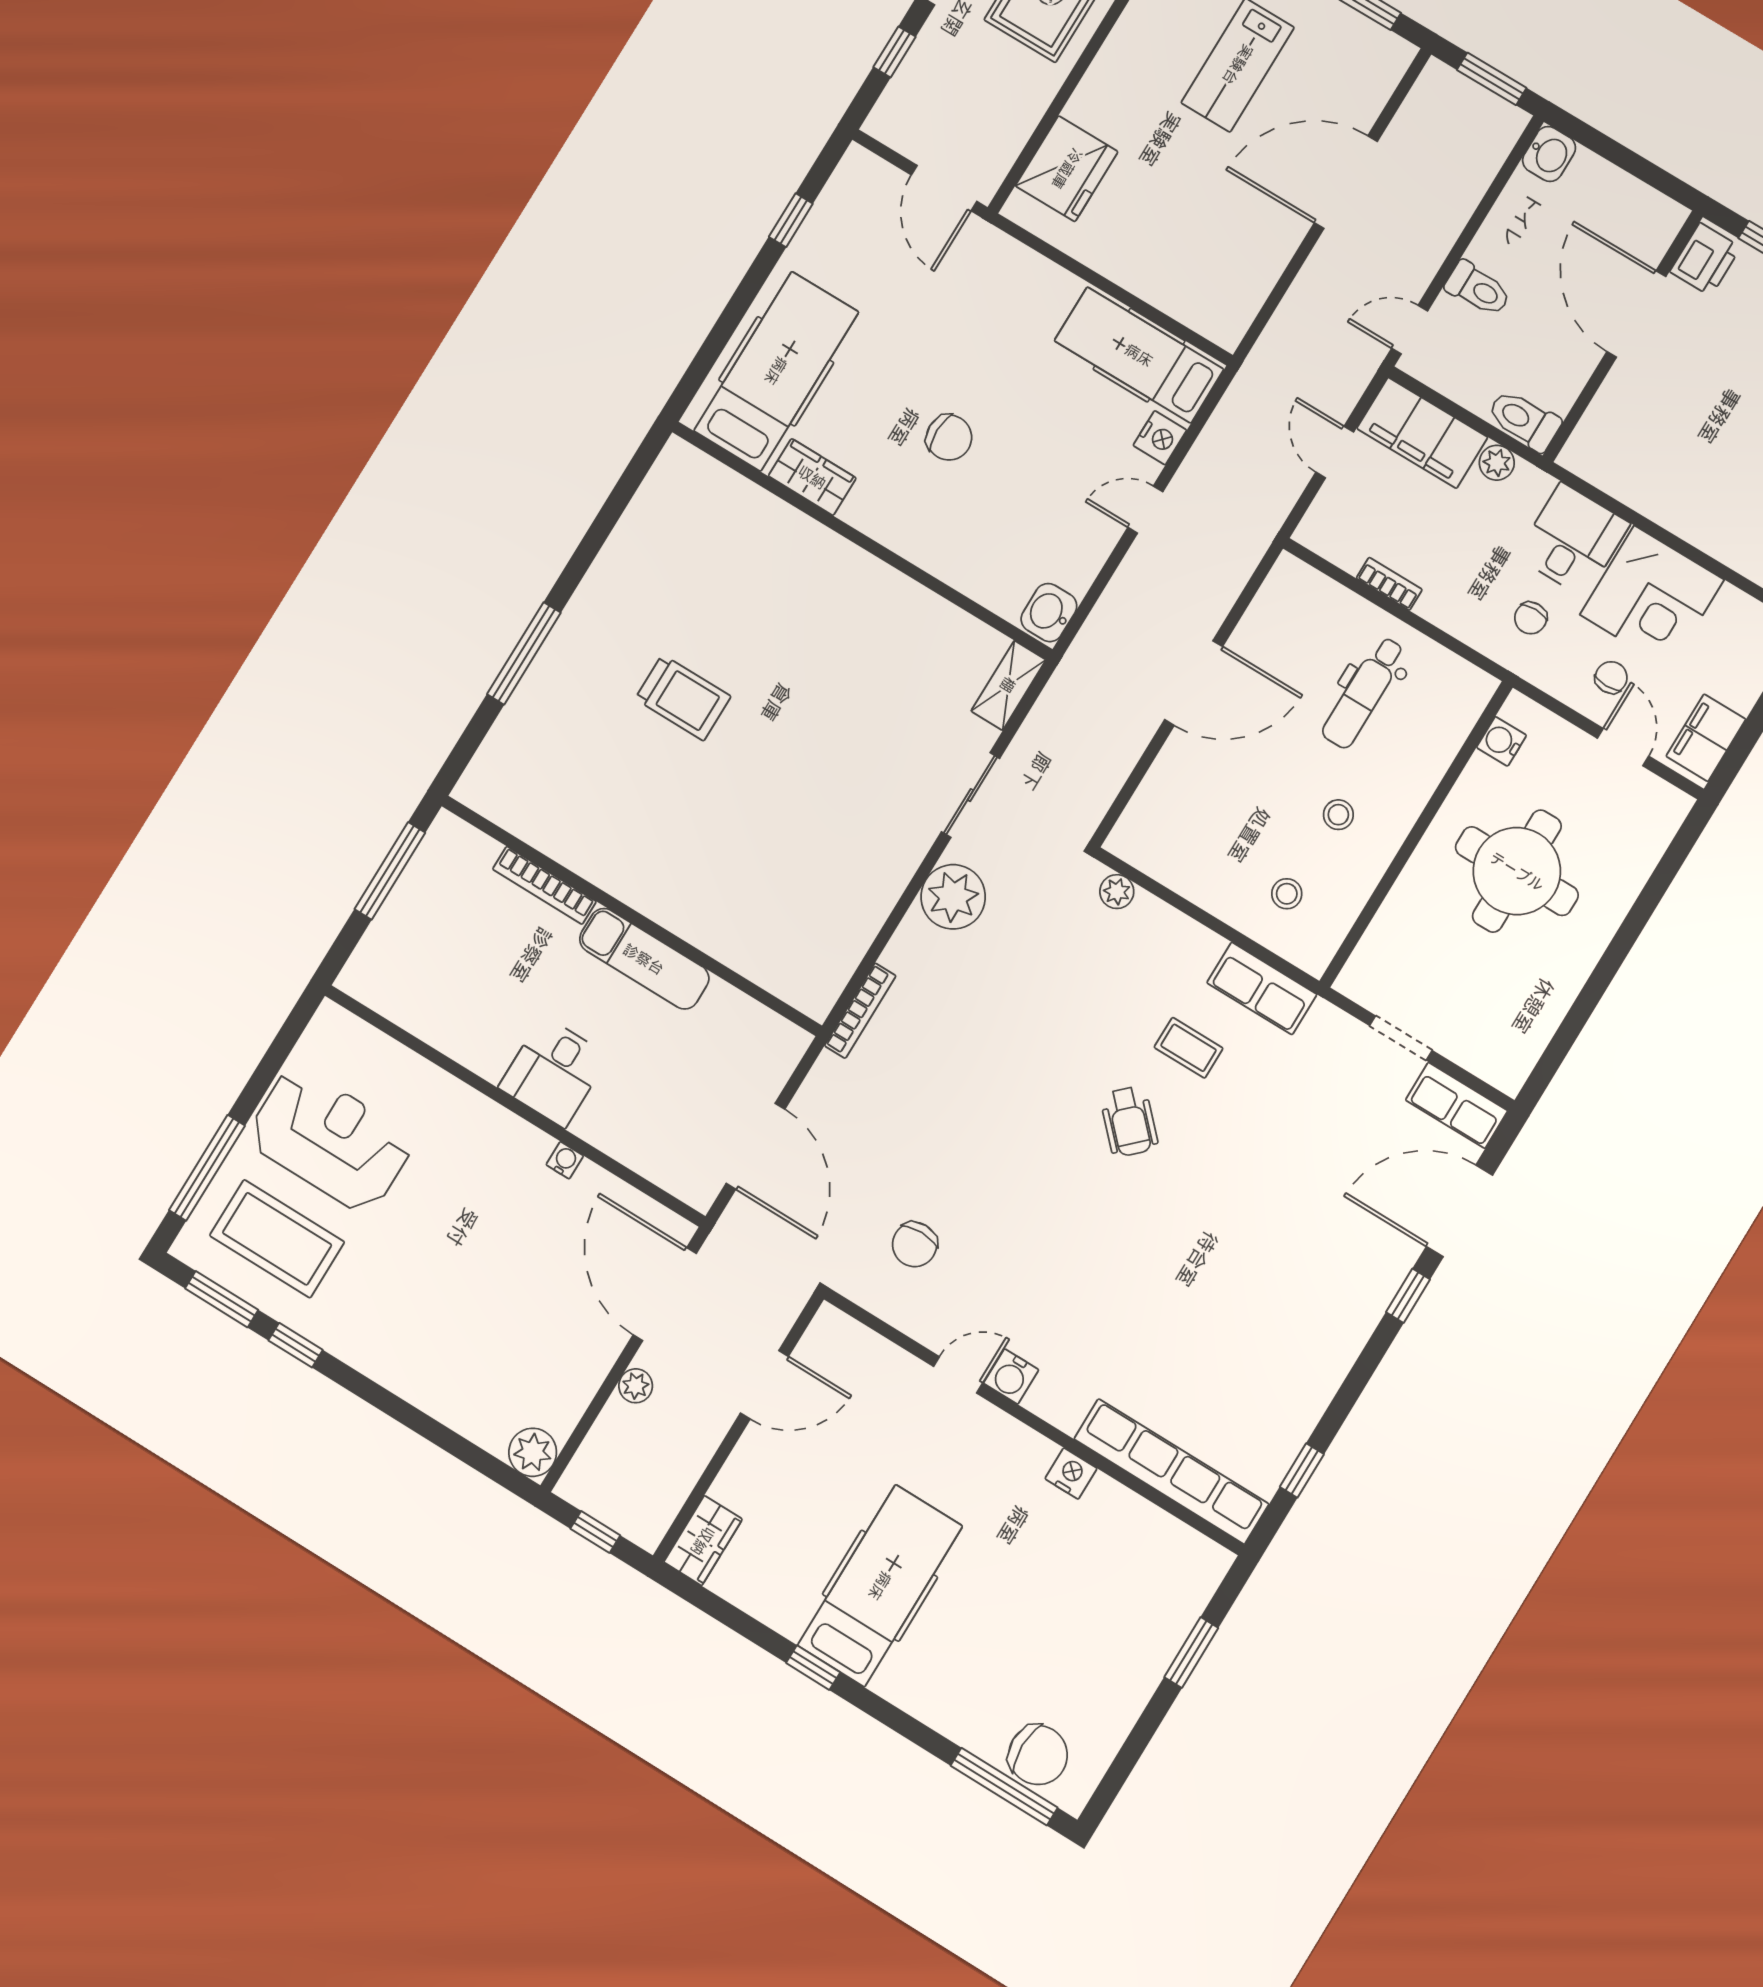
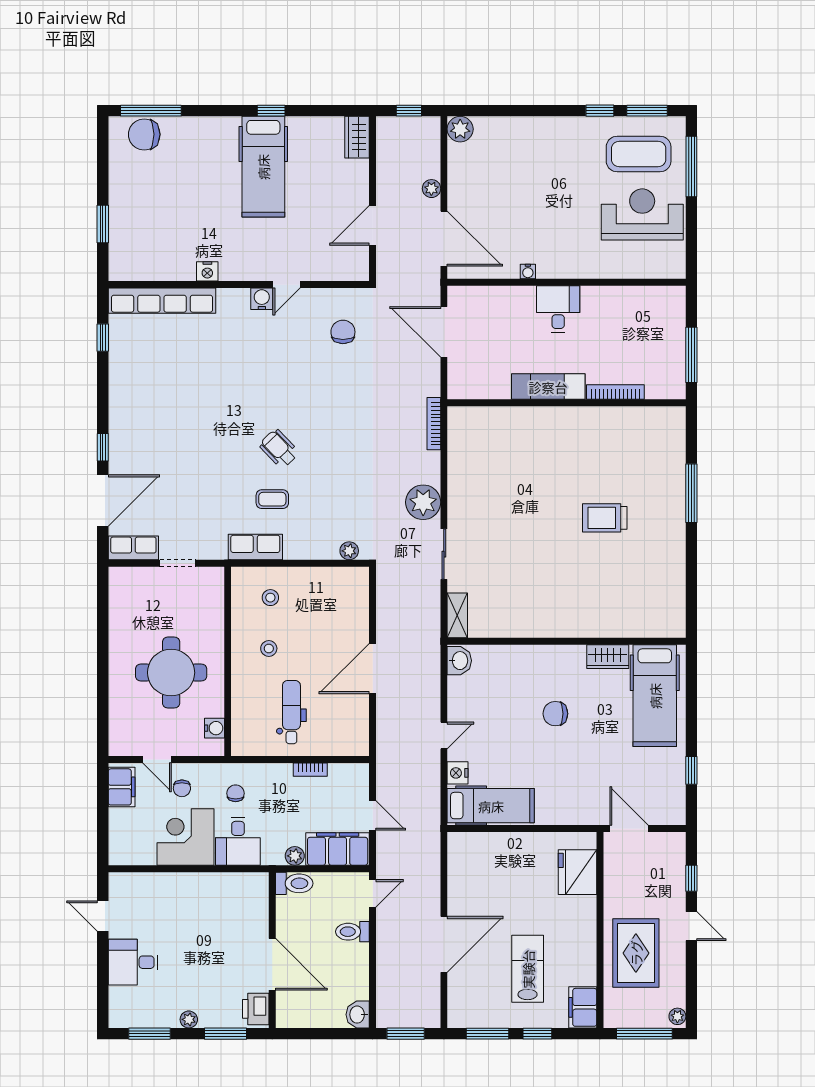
reception desk: (330, 1140) -> (642, 214), turned 180

